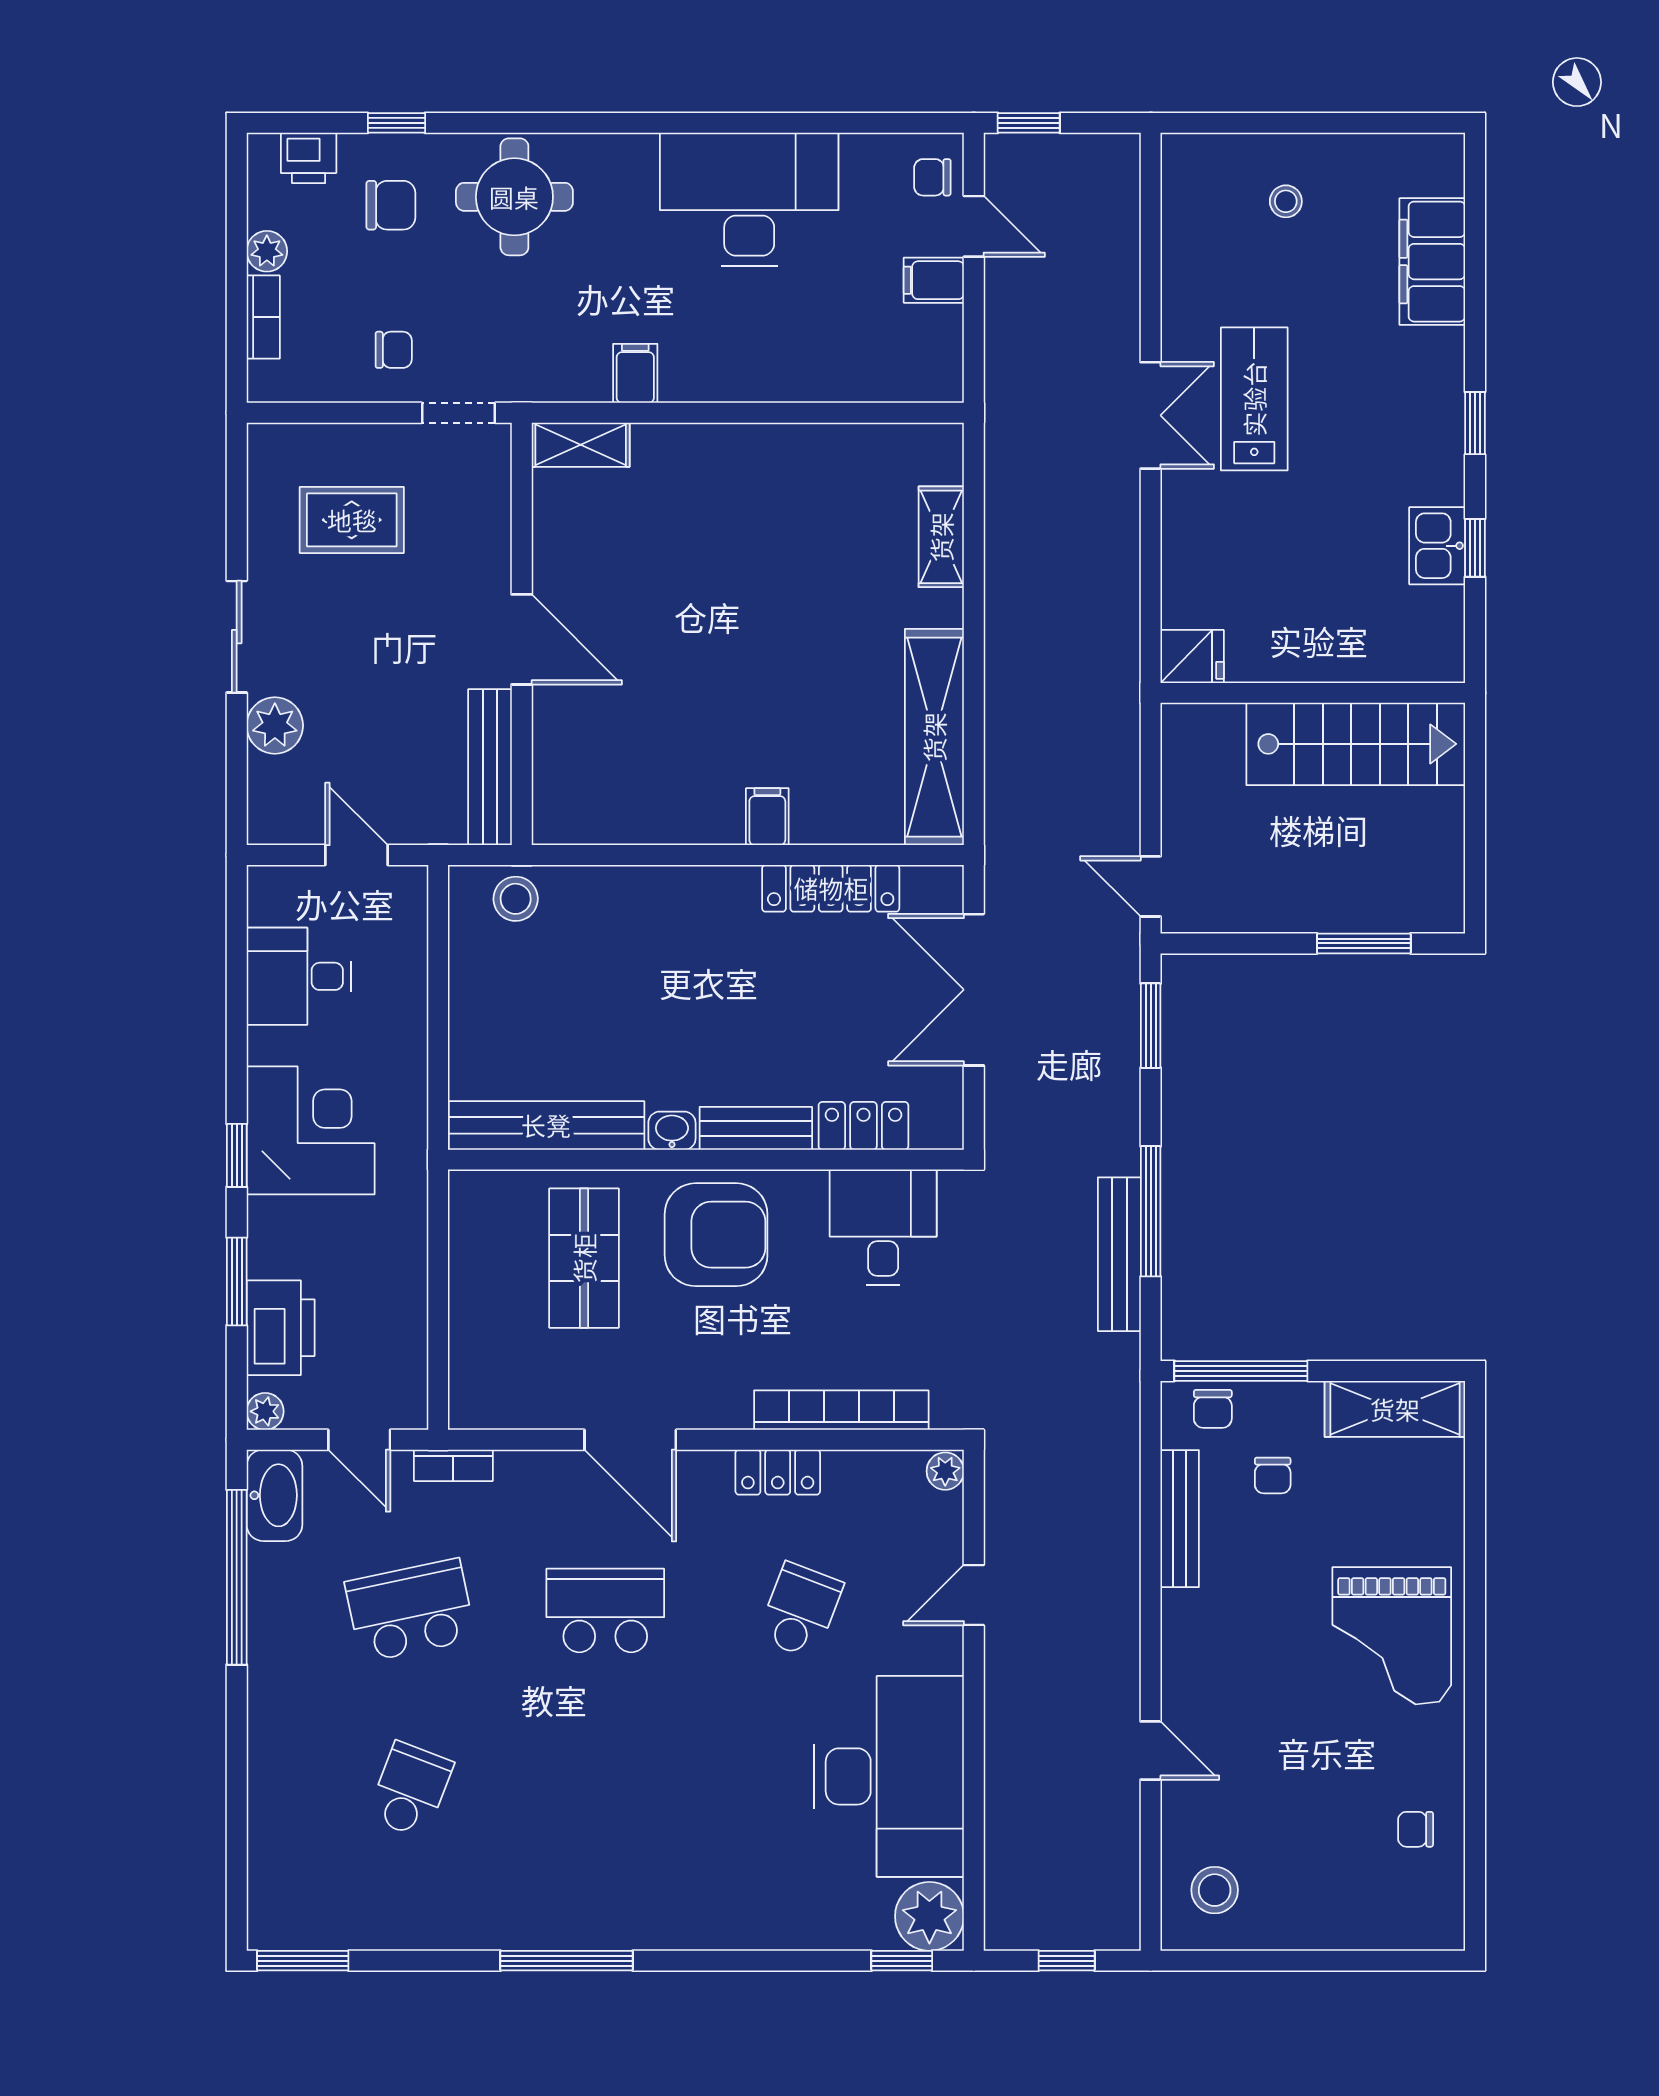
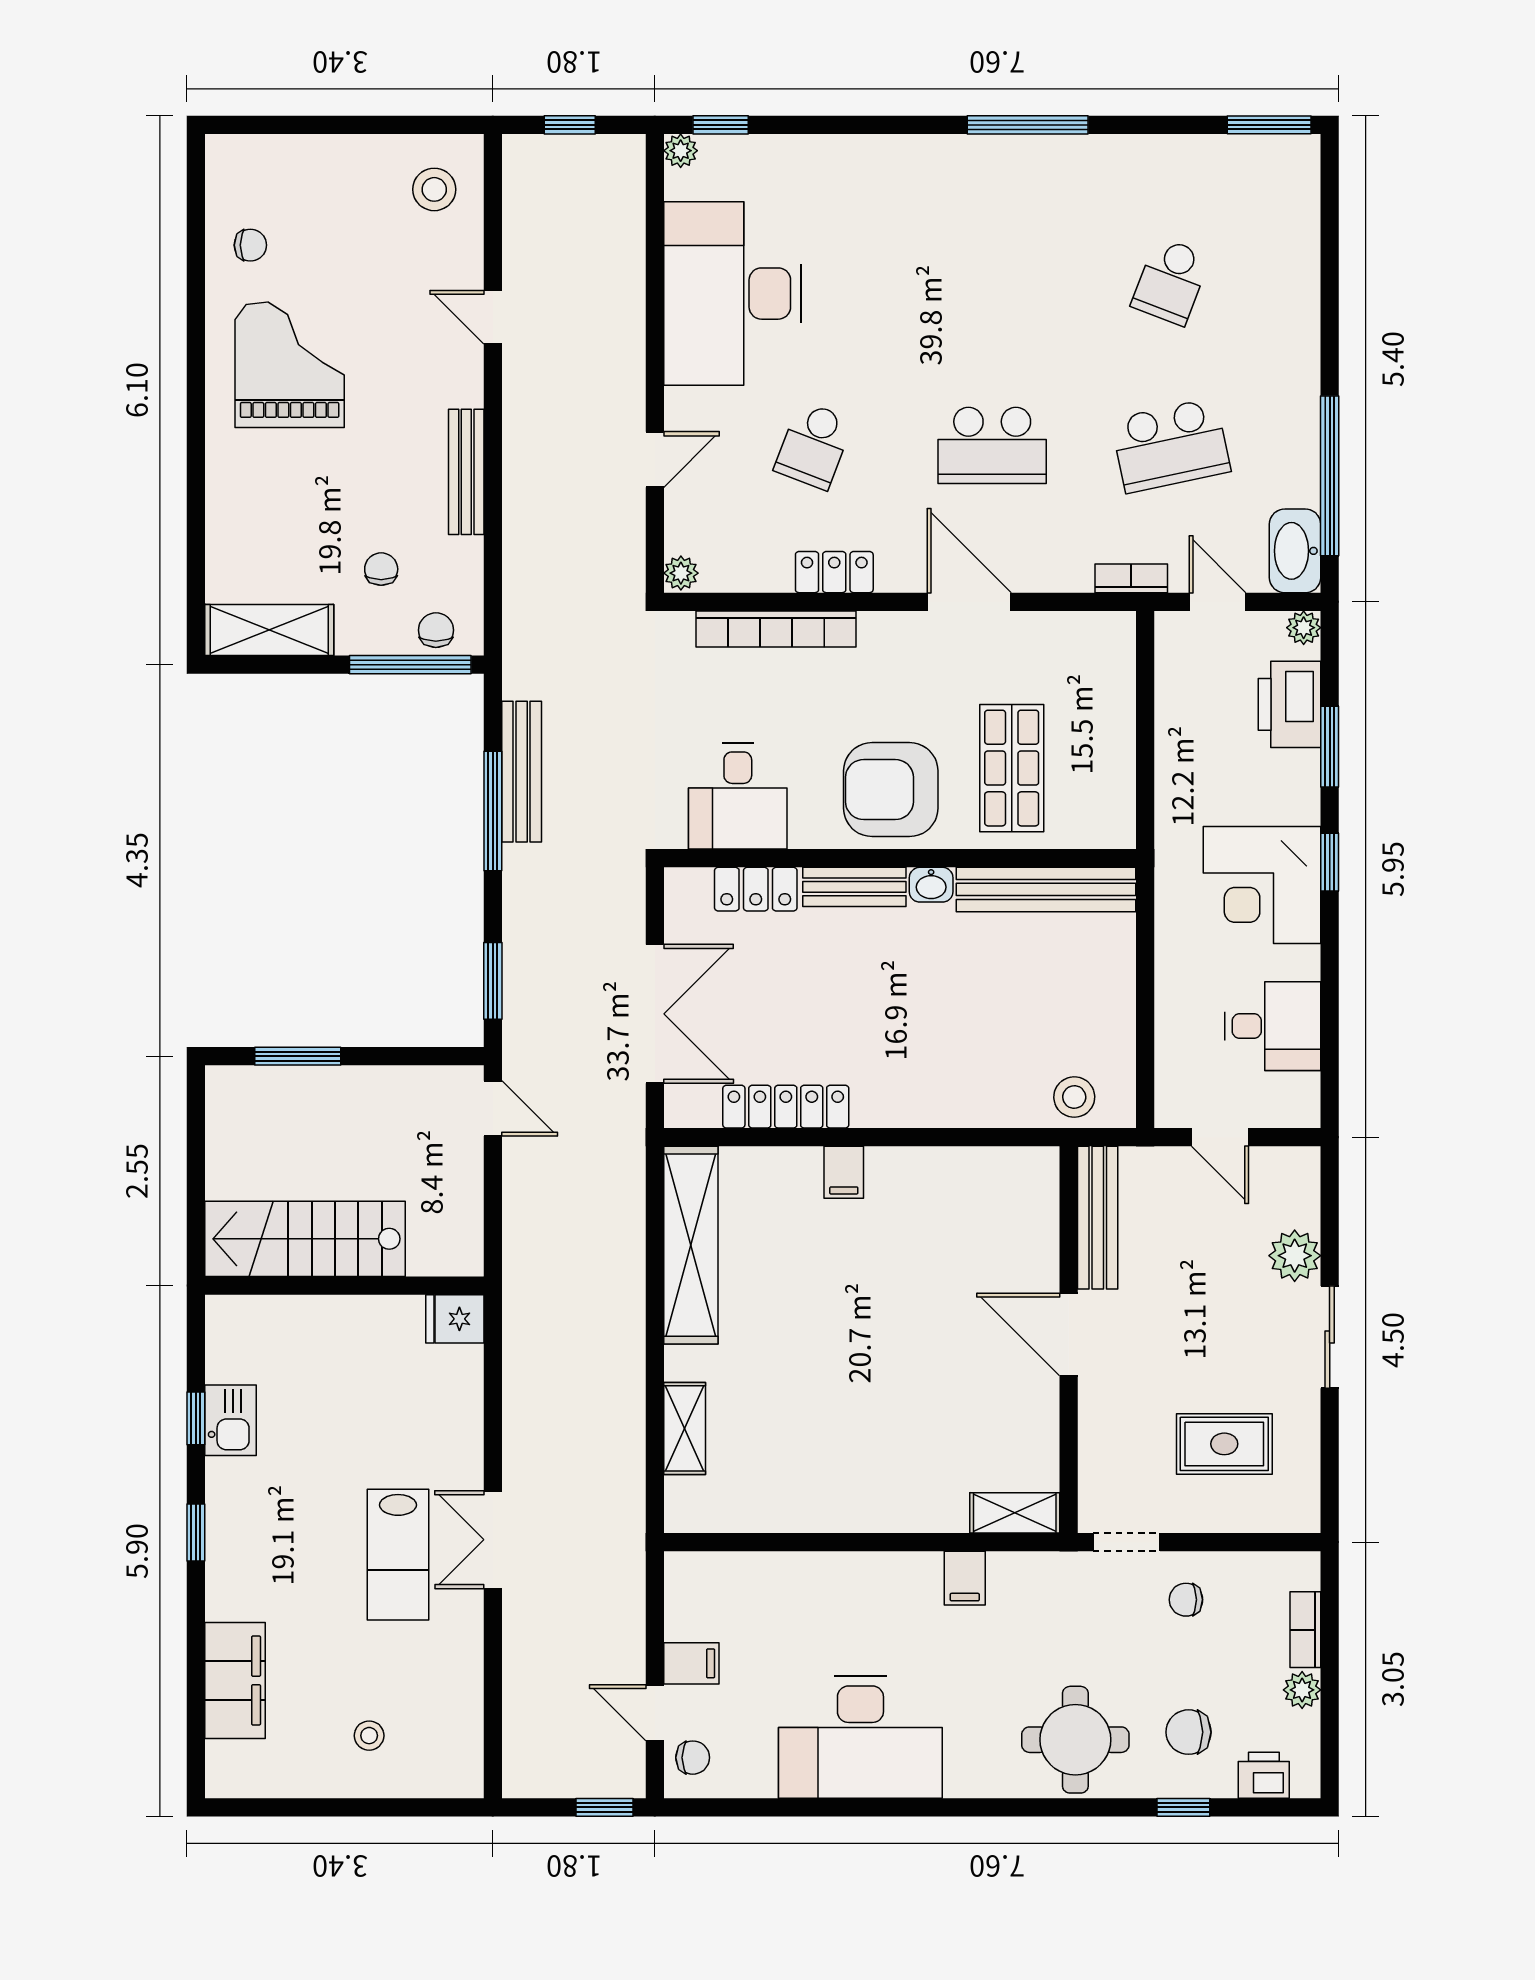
bench: (1180, 1519) -> (466, 472), moved
grand piano: (1392, 1636) -> (290, 365), moved
plant: (929, 1916) -> (681, 151), width x0.53, depth x0.53

